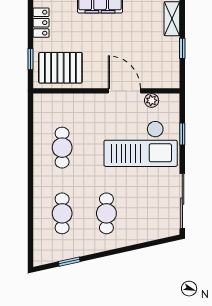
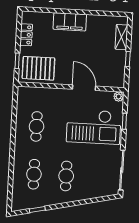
plant: (152, 100) -> (119, 96), moved

